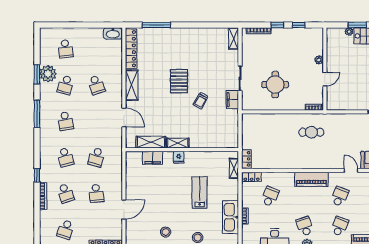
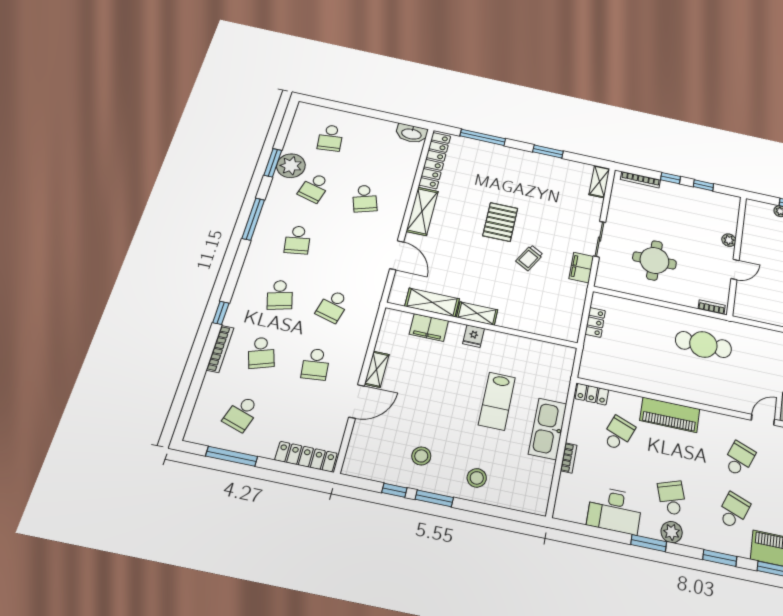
window: (198, 25) -> (548, 151), added
cafe table: (311, 132) -> (703, 344), width x1.37, depth x1.35
locker: (246, 159) -> (595, 322), moved
shelving: (234, 168) -> (377, 369), moved
door: (351, 171) -> (763, 420), hinge flipped
piano: (311, 179) -> (670, 415), moved
lab bench: (200, 193) -> (497, 401), turned 180
kitchen sink: (231, 217) -> (548, 429), moved

